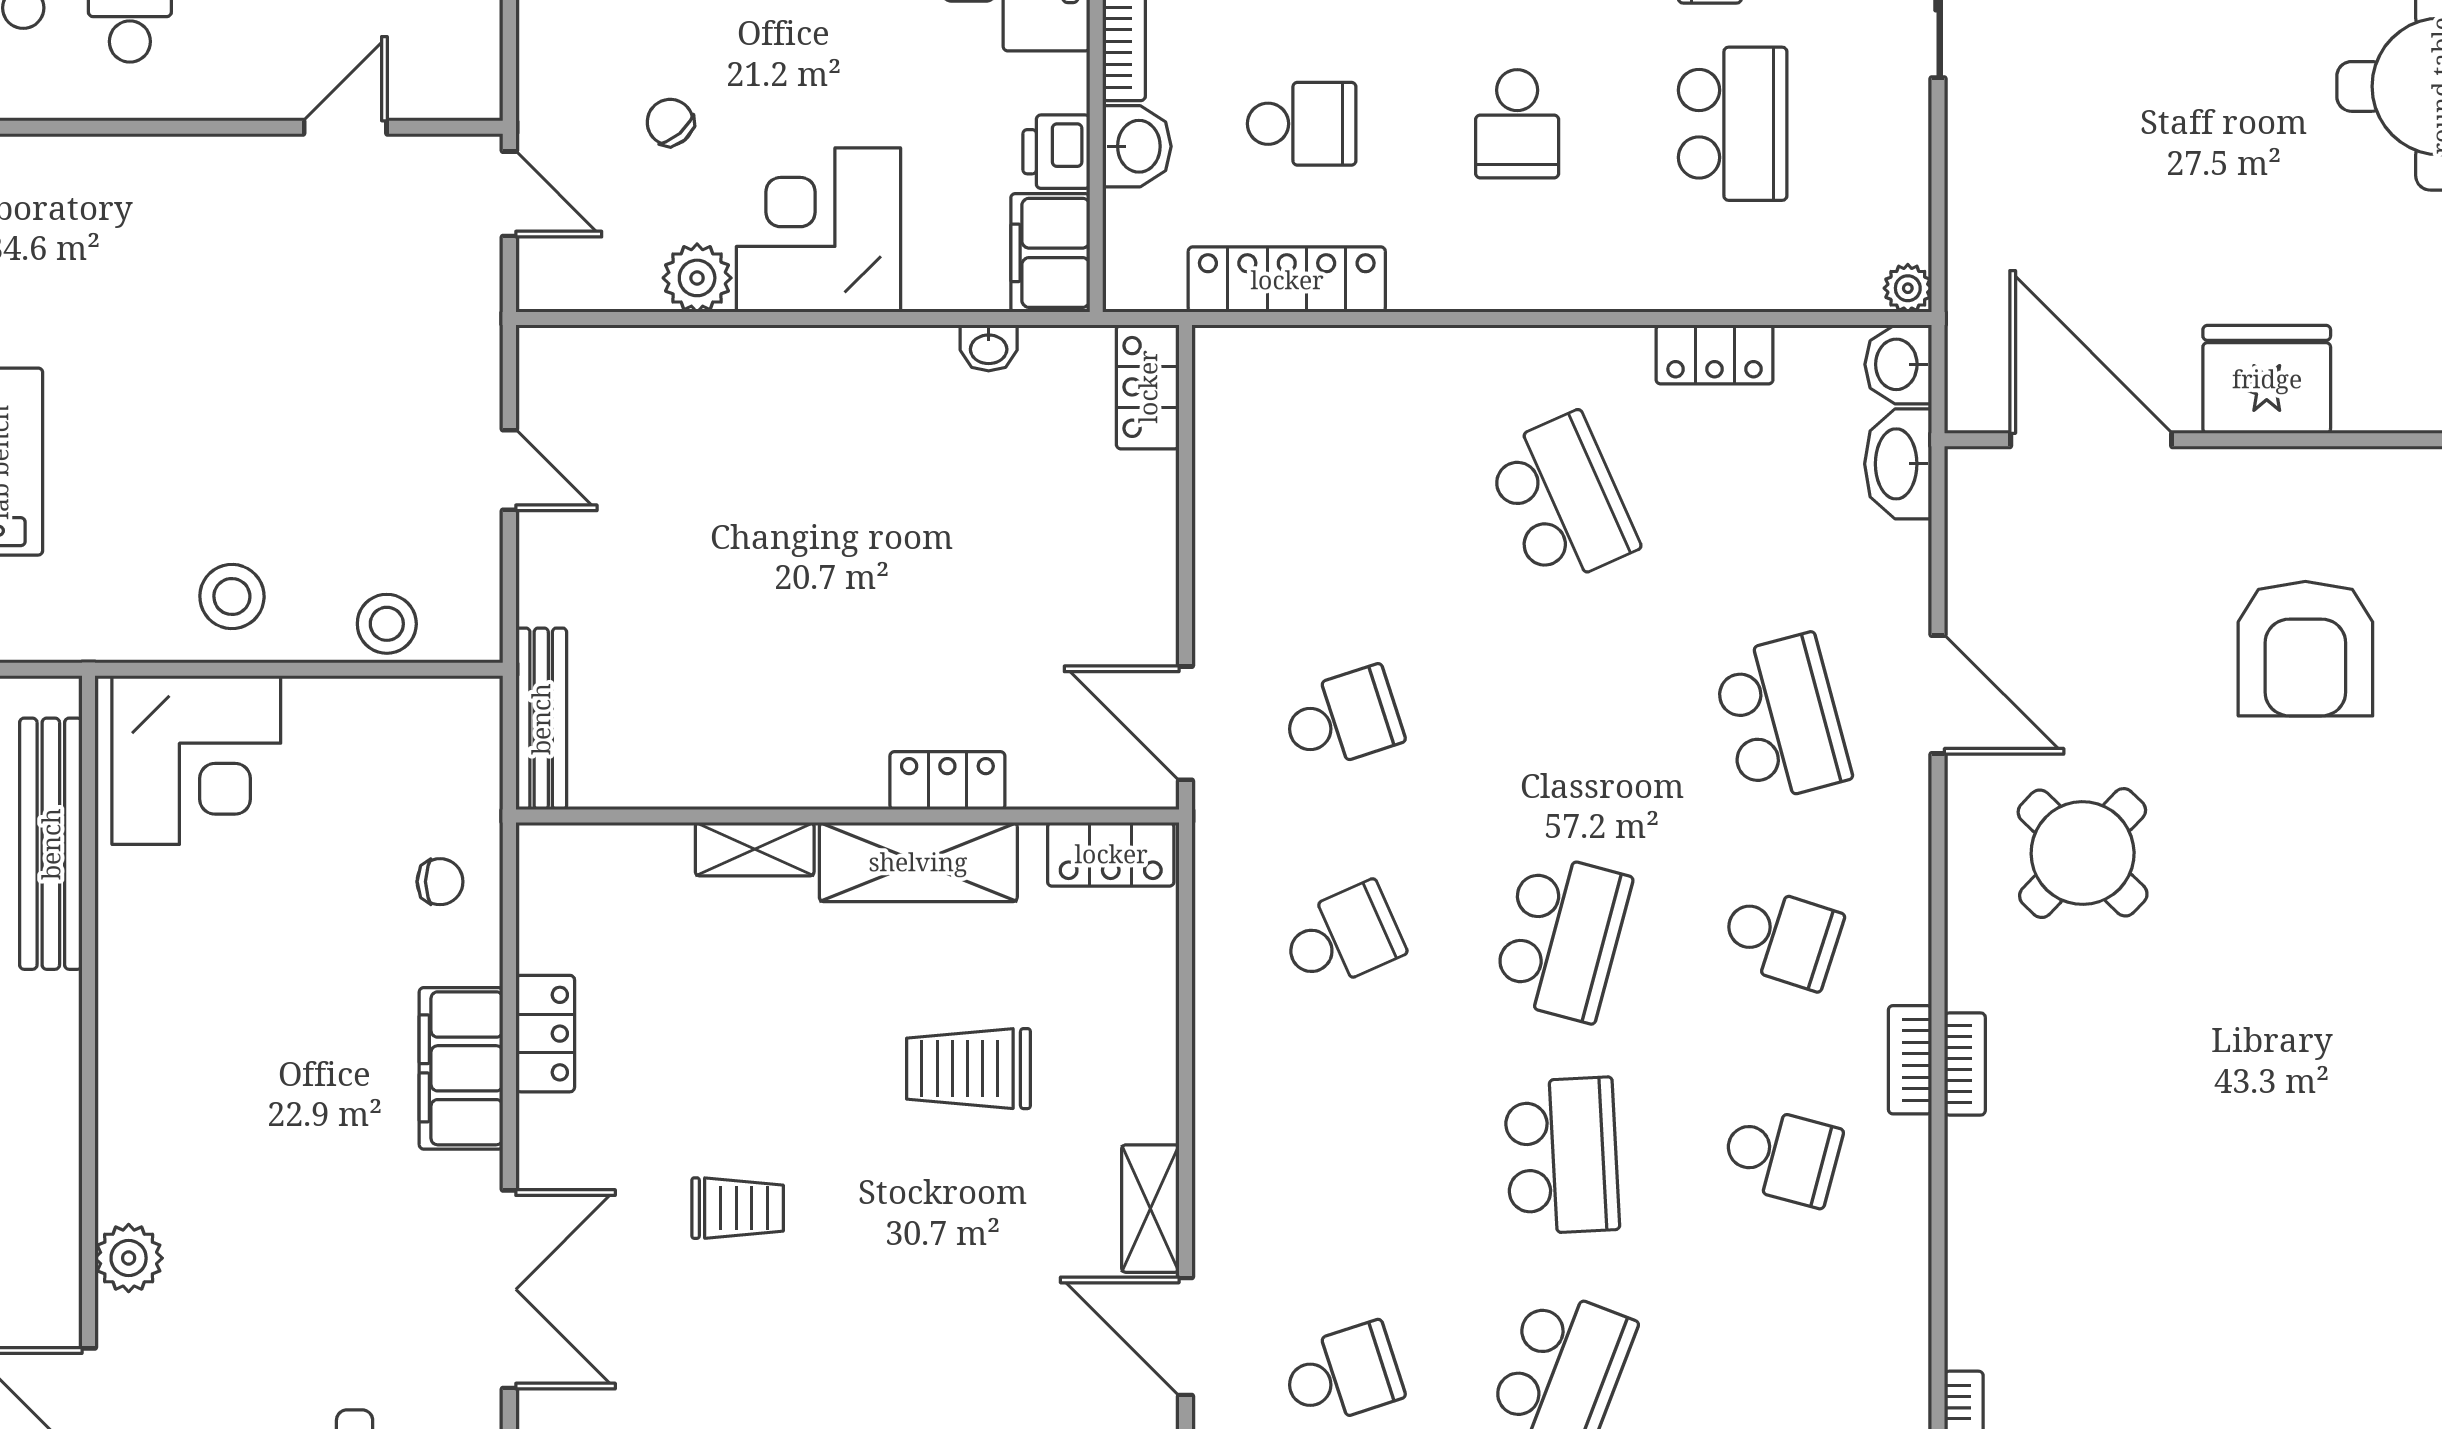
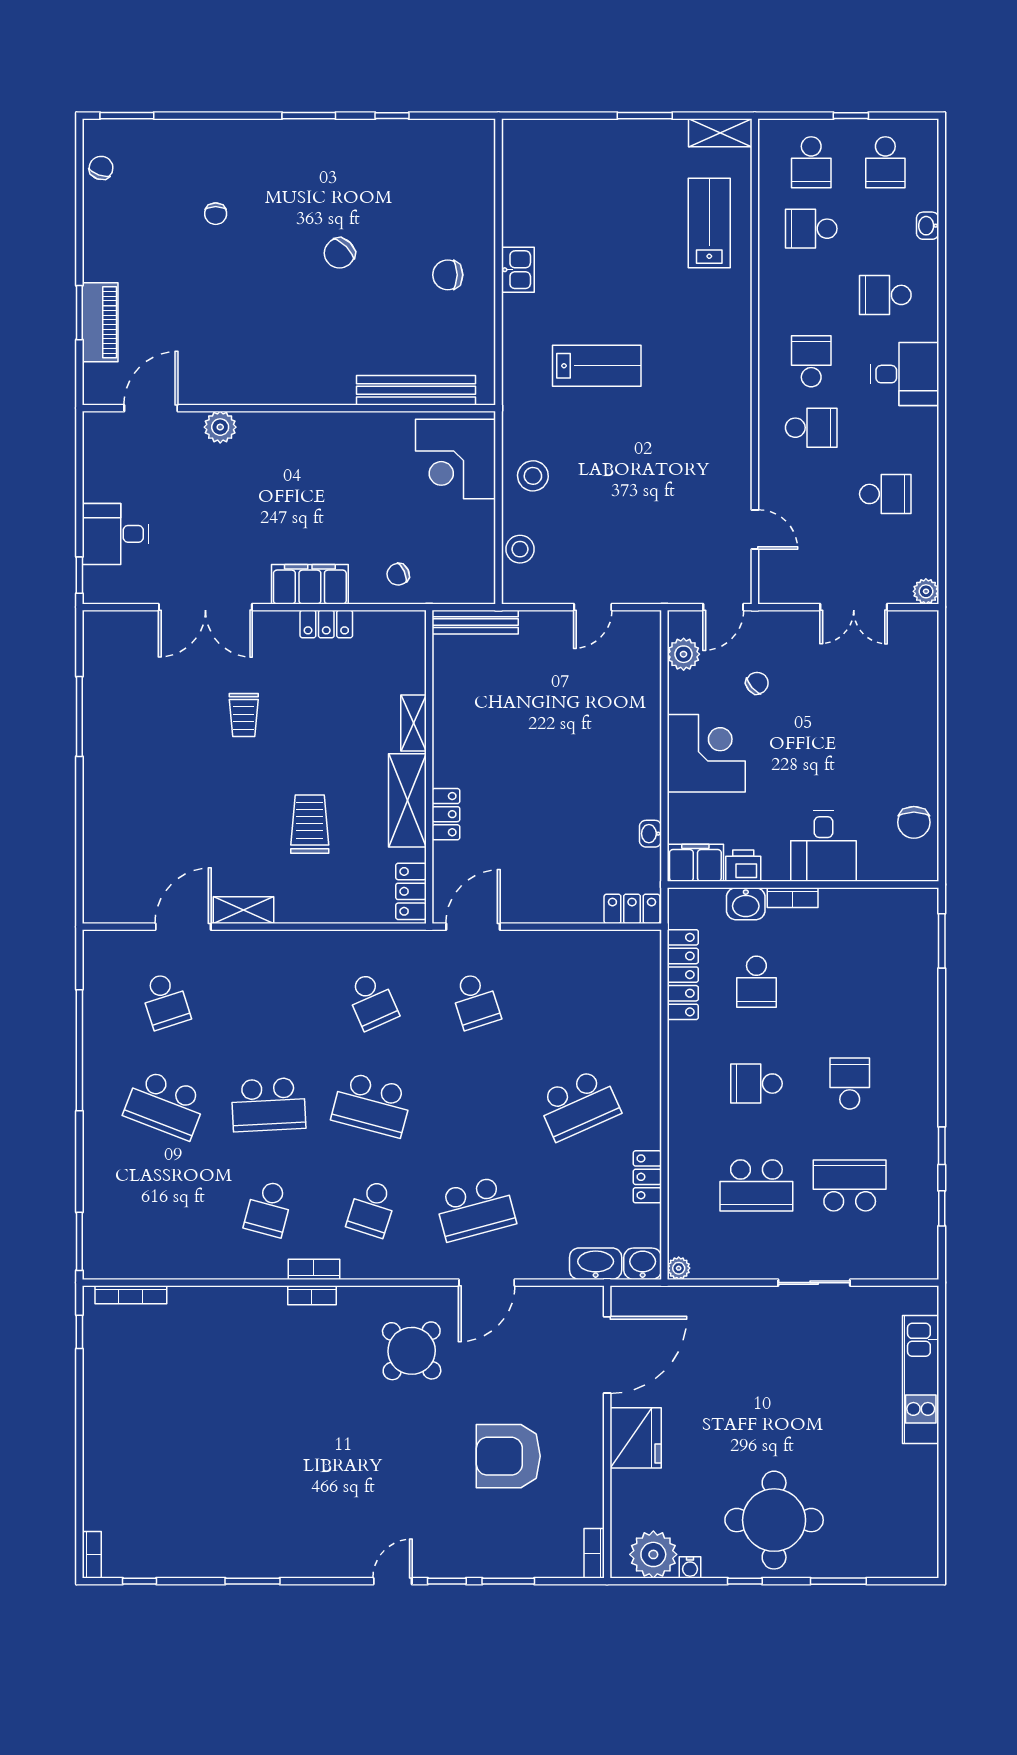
plant: (697, 278) -> (684, 654), moved
chair: (440, 882) -> (398, 574), turned 65

